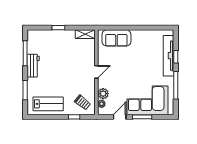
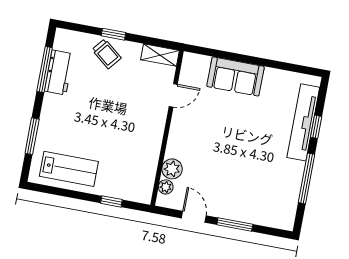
sofa: (116, 38) -> (236, 76), moved
workbench: (33, 66) -> (59, 72), moved
door: (96, 72) -> (173, 95), moved
corner sofa: (148, 100) -> (250, 196), removed
trolley: (82, 102) -> (107, 54), moved
door: (120, 117) -> (194, 217), hinge flipped

